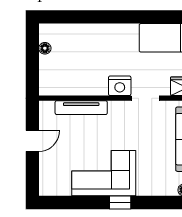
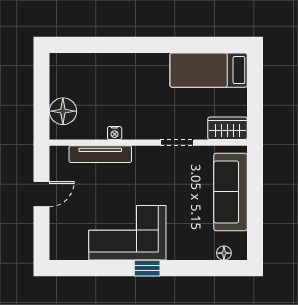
floor lamp: (45, 48) -> (63, 111), moved, width x1.89, depth x1.89
nightstand: (120, 86) -> (115, 133), moved, width x0.53, depth x0.56

